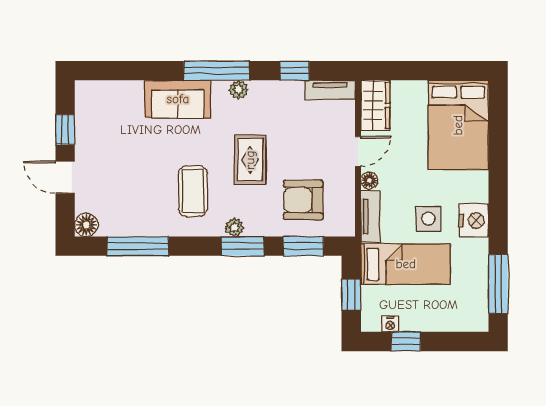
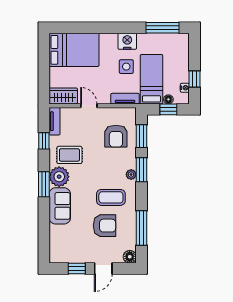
window: (217, 71) -> (44, 184), width x0.69
plant: (239, 90) -> (59, 177), width x1.87, depth x1.87
rug: (250, 160) -> (69, 155), moved
armchair: (142, 180) -> (105, 226), added
floor lamp: (369, 180) -> (168, 99), moved

